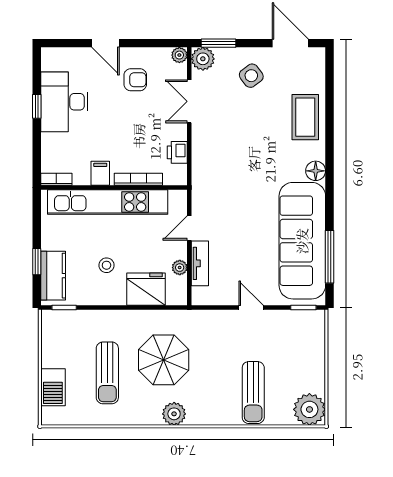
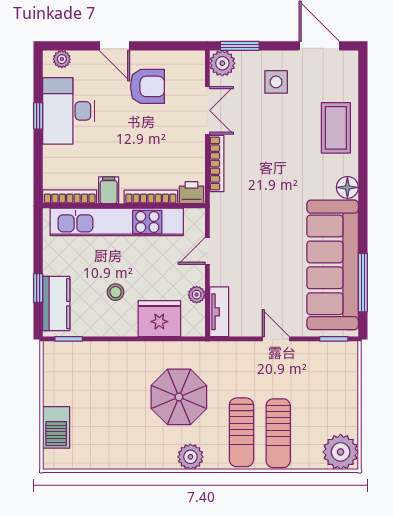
plant: (179, 55) -> (62, 59), moved
side table: (251, 76) -> (276, 82), turned 37
armchair: (135, 80) -> (147, 86), width x1.38, depth x1.38
double door: (189, 101) -> (207, 110), swing flipped
bookcase: (198, 149) -> (217, 164), added
printer: (177, 152) -> (192, 193), moved, turned 90
bookcase: (56, 179) -> (70, 197), width x1.56
tv unit: (200, 263) -> (219, 312), moved
sun lounger: (107, 373) -> (241, 432), moved

